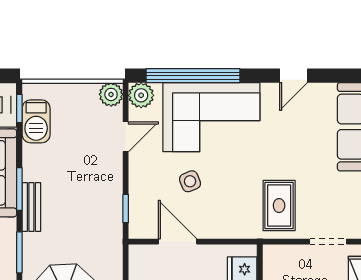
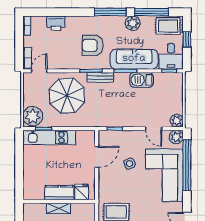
barbecue: (36, 121) -> (141, 80), moved
bench: (31, 207) -> (100, 77), moved

